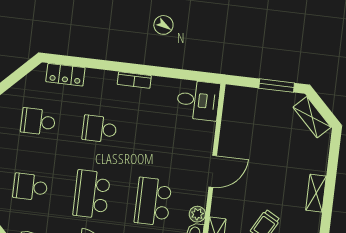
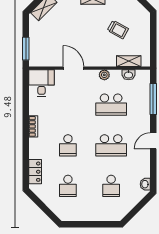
window: (277, 86) -> (26, 49), moved
door: (213, 171) -> (73, 68), moved
plant: (197, 214) -> (104, 75), moved

